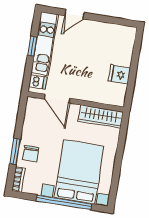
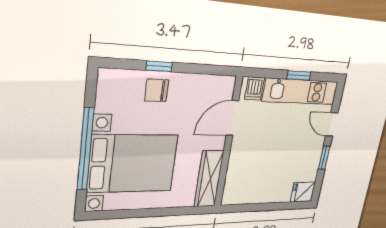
window: (101, 18) -> (324, 158), added
fridge: (119, 75) -> (303, 192), moved, turned -90
window: (15, 151) -> (159, 66), width x0.67
bookcase: (18, 180) -> (116, 76), removed

